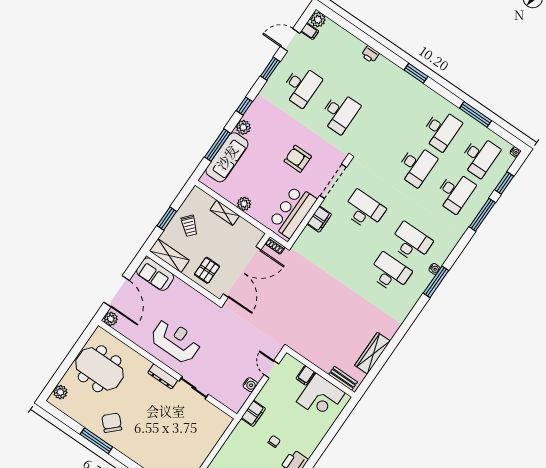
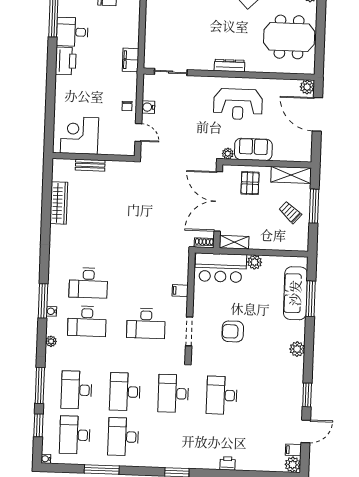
desk: (301, 86) -> (173, 394), moved
window: (244, 106) -> (309, 348), removed
plant: (243, 127) -> (297, 349), moved
armchair: (298, 159) -> (233, 331), turned 180
doorway: (333, 181) -> (189, 331), width x0.73
bar counter: (293, 211) -> (221, 268), moved, turned 90
shelving: (225, 213) -> (234, 242), moved
window: (167, 219) -> (314, 206), width x1.44
filing cabinet: (319, 219) -> (180, 291), width x0.50
plant: (450, 245) -> (51, 341), added
sofa: (155, 274) -> (253, 149), moved
plant: (210, 306) -> (228, 154), added
filing cabinet: (306, 375) -> (105, 146), removed
bench: (343, 378) -> (90, 165), moved
sliding door: (194, 388) -> (171, 72), moved
filing cabinet: (253, 413) -> (130, 60), moved
chair: (274, 441) -> (127, 106), moved

